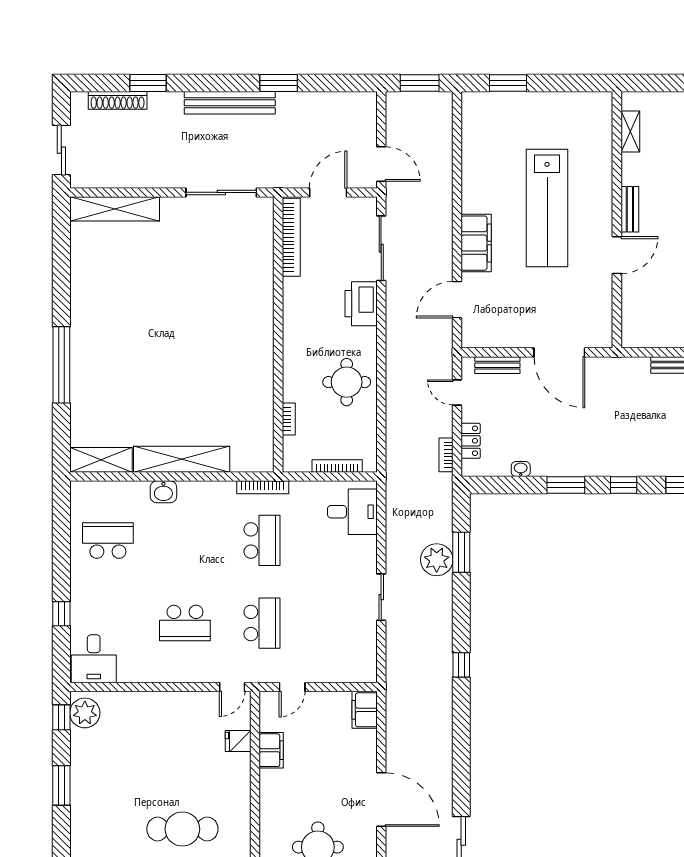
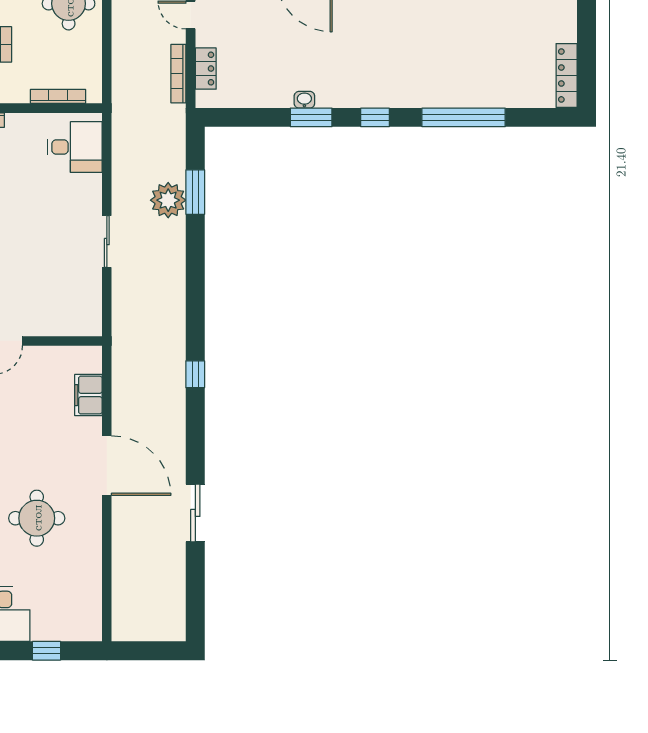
bookcase: (446, 455) -> (178, 74), width x1.56
washbasin: (521, 469) -> (304, 100), moved
window: (461, 665) -> (195, 374), moved
filing cabinet: (365, 710) -> (88, 395), moved

